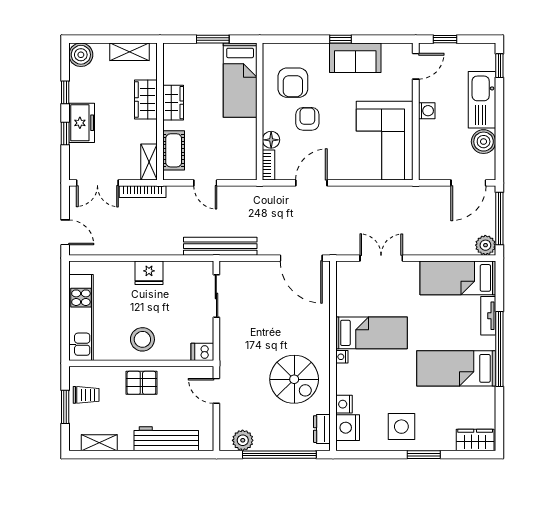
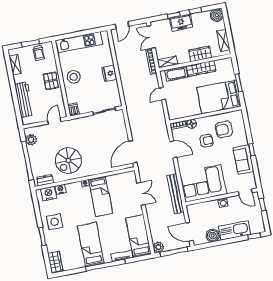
bed: (240, 80) -> (219, 97), width x1.50
wardrobe: (173, 103) -> (201, 69), width x1.50
bench: (220, 246) -> (175, 194), moved

